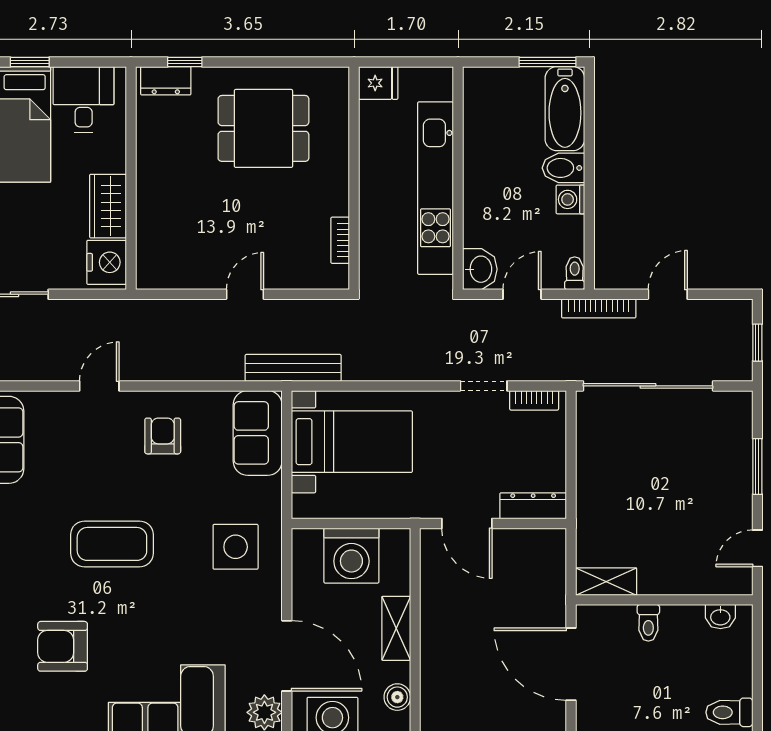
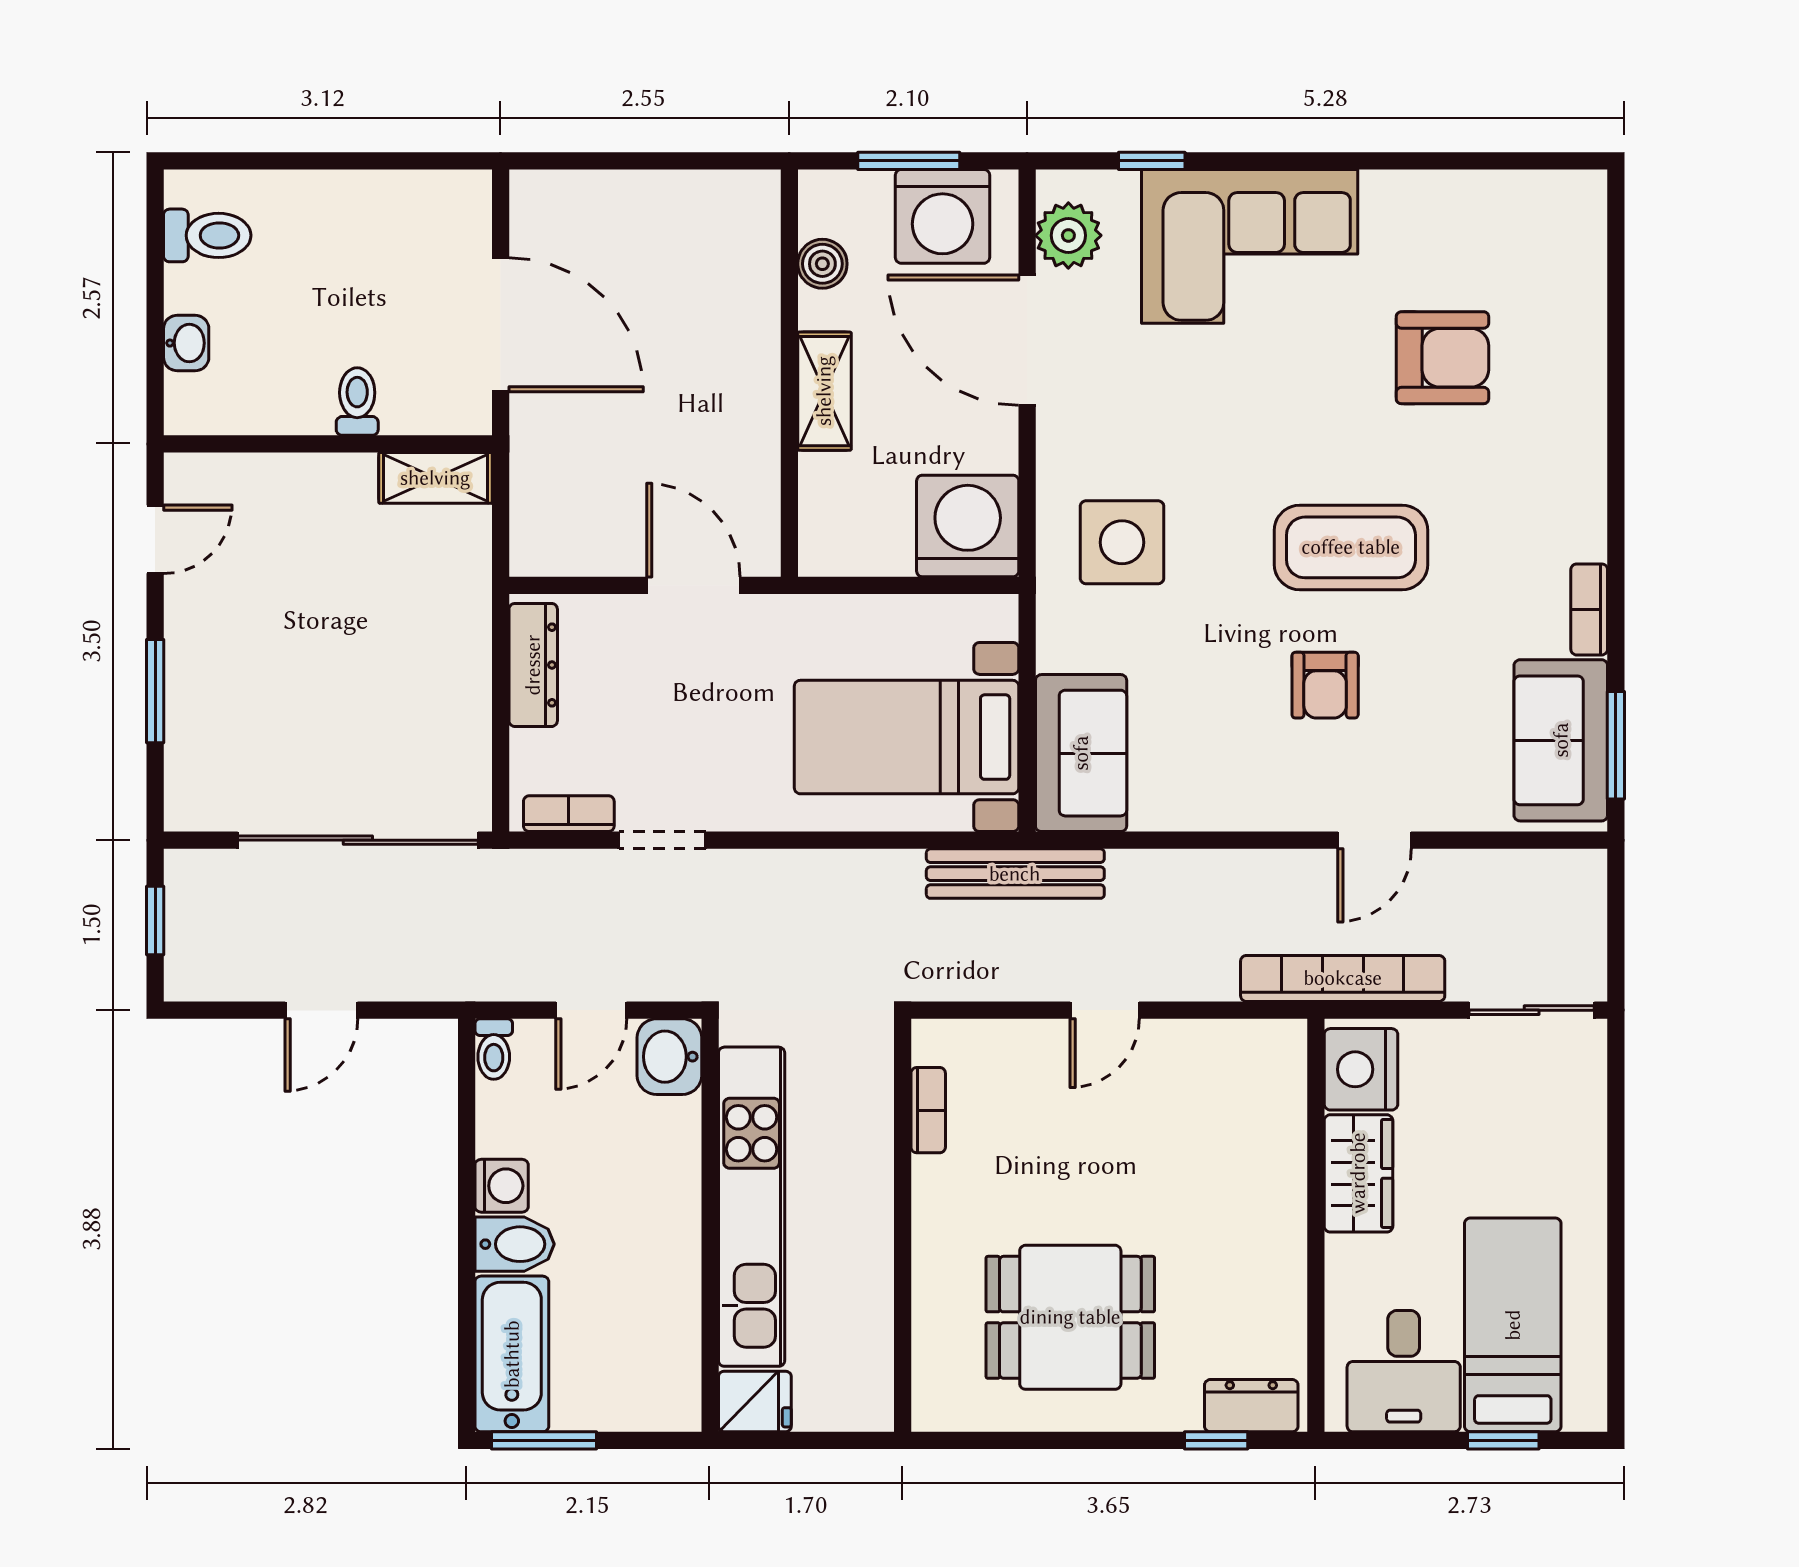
fridge: (378, 83) -> (755, 1401), moved, turned 180
bookcase: (599, 308) -> (1343, 978), moved, width x1.48, depth x1.31
armchair: (163, 436) -> (1325, 685), moved
dresser: (533, 506) -> (533, 665), moved, turned -90
washing machine: (351, 556) -> (968, 526), moved
washbasin: (720, 617) -> (186, 343), moved, turned 90

